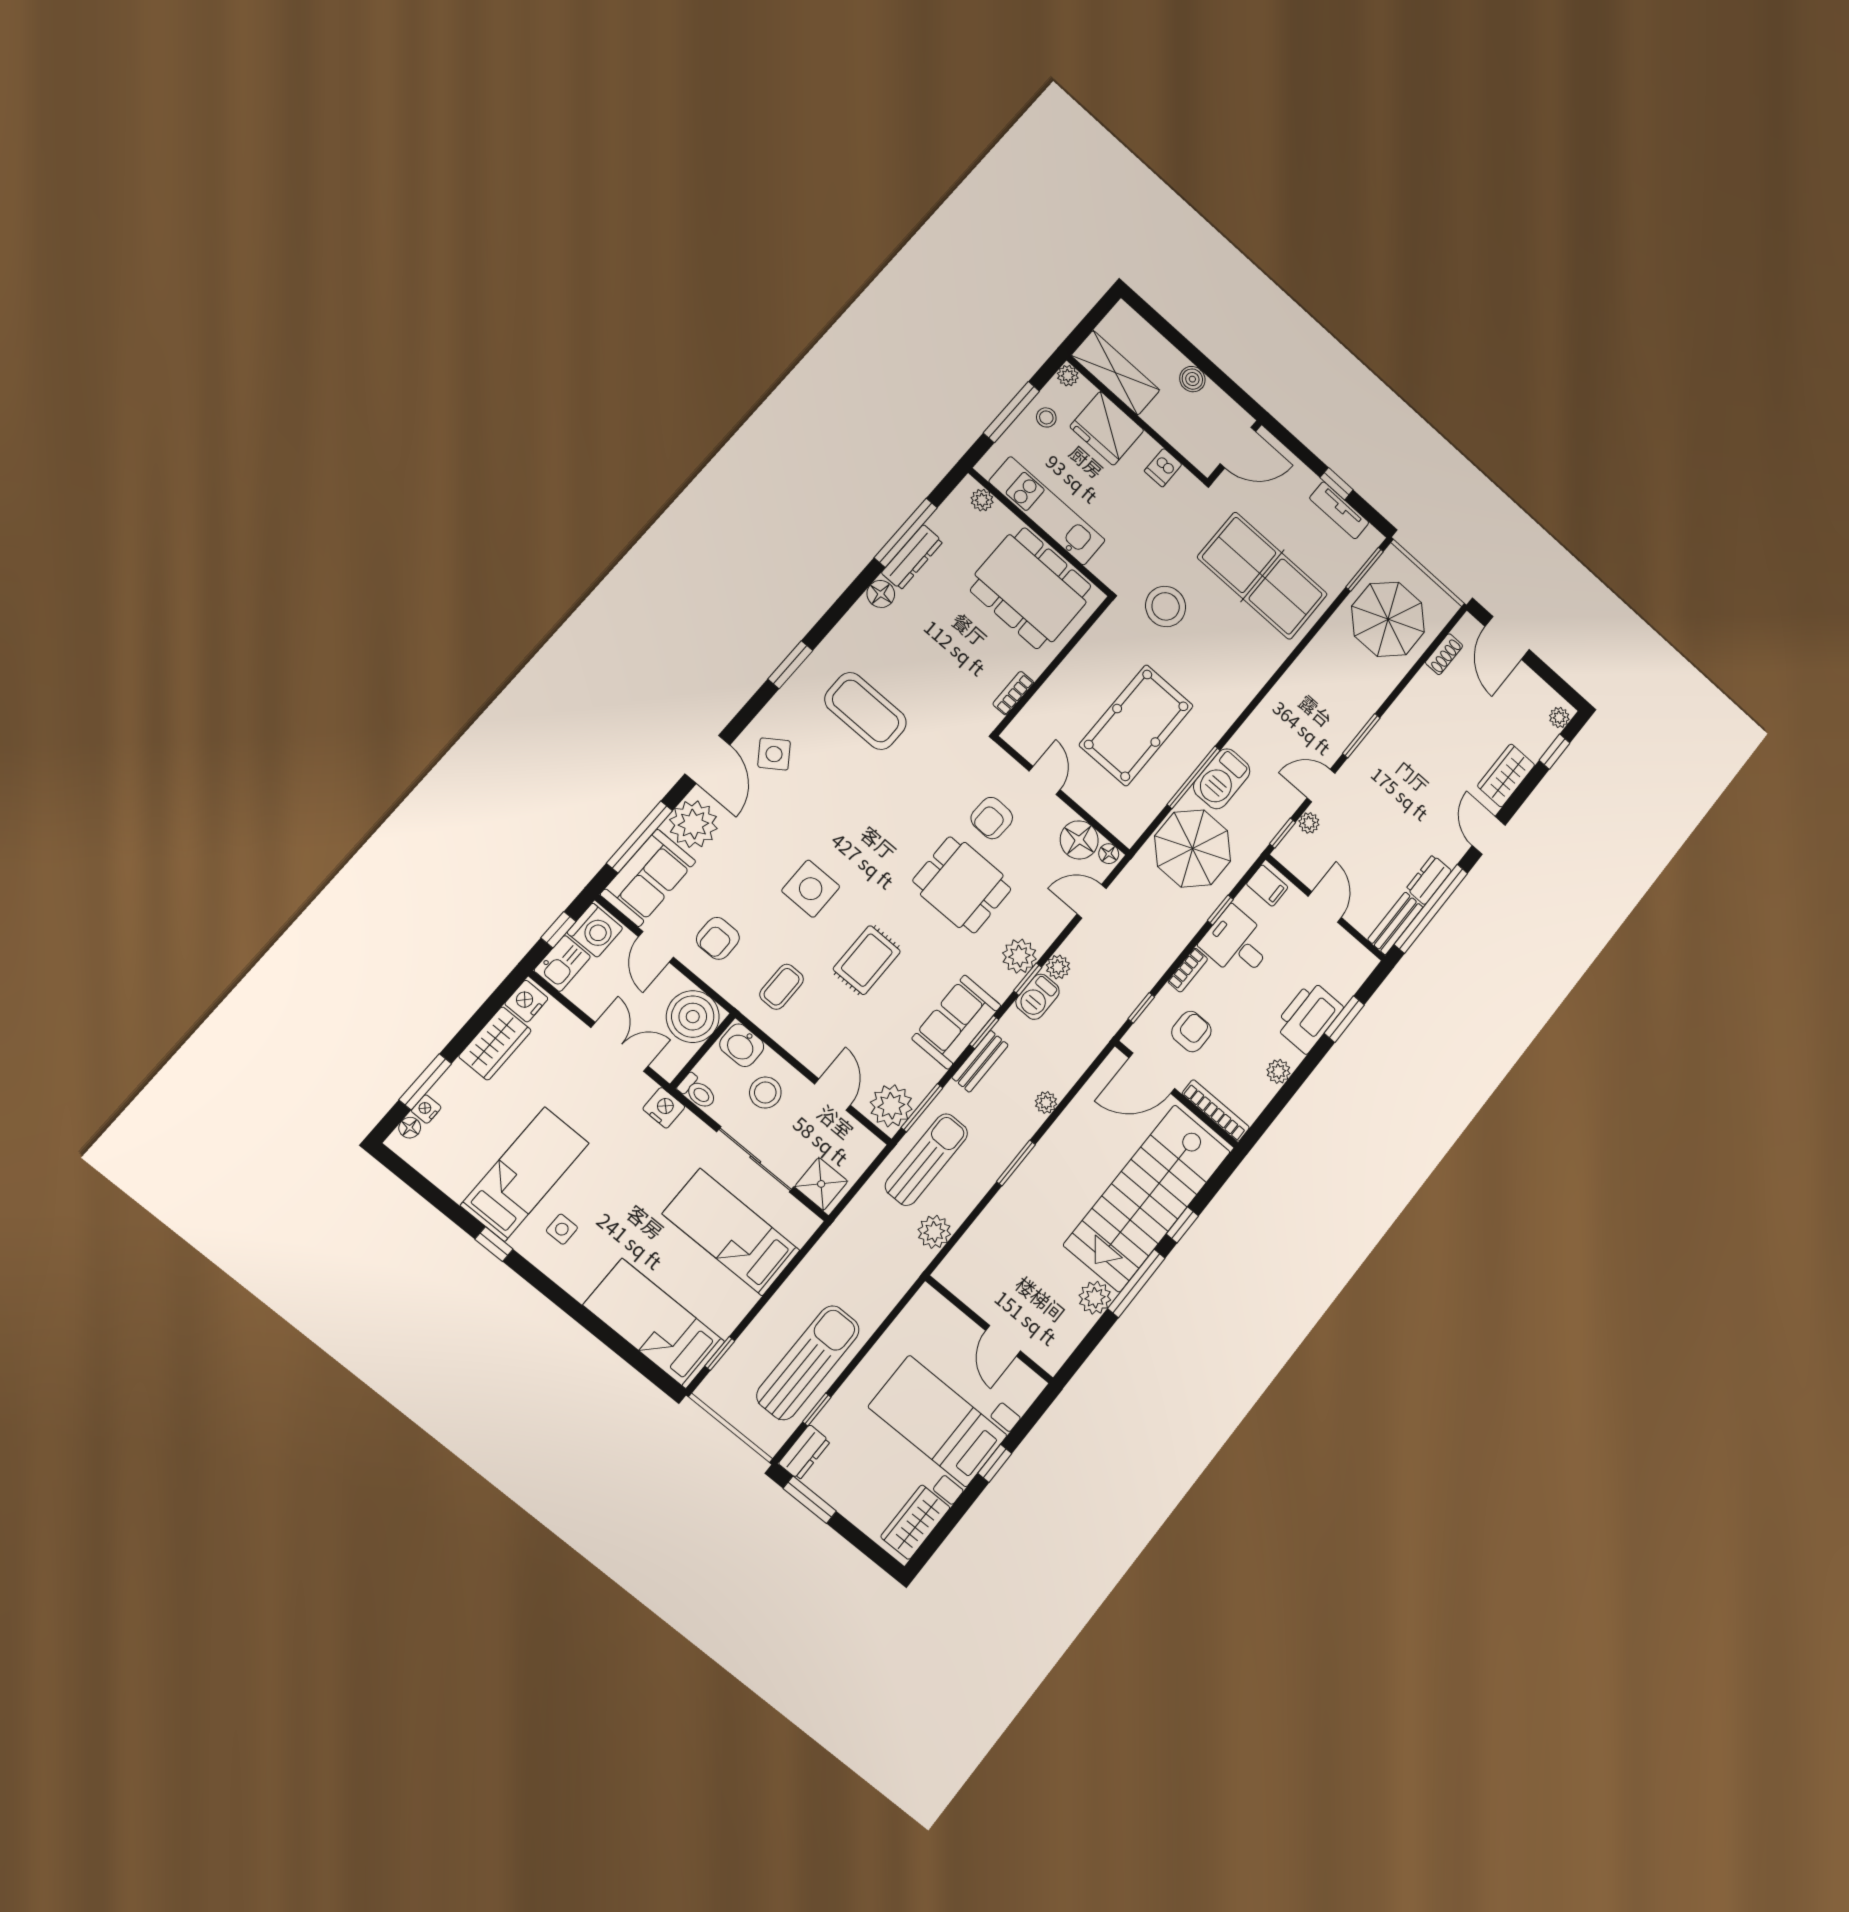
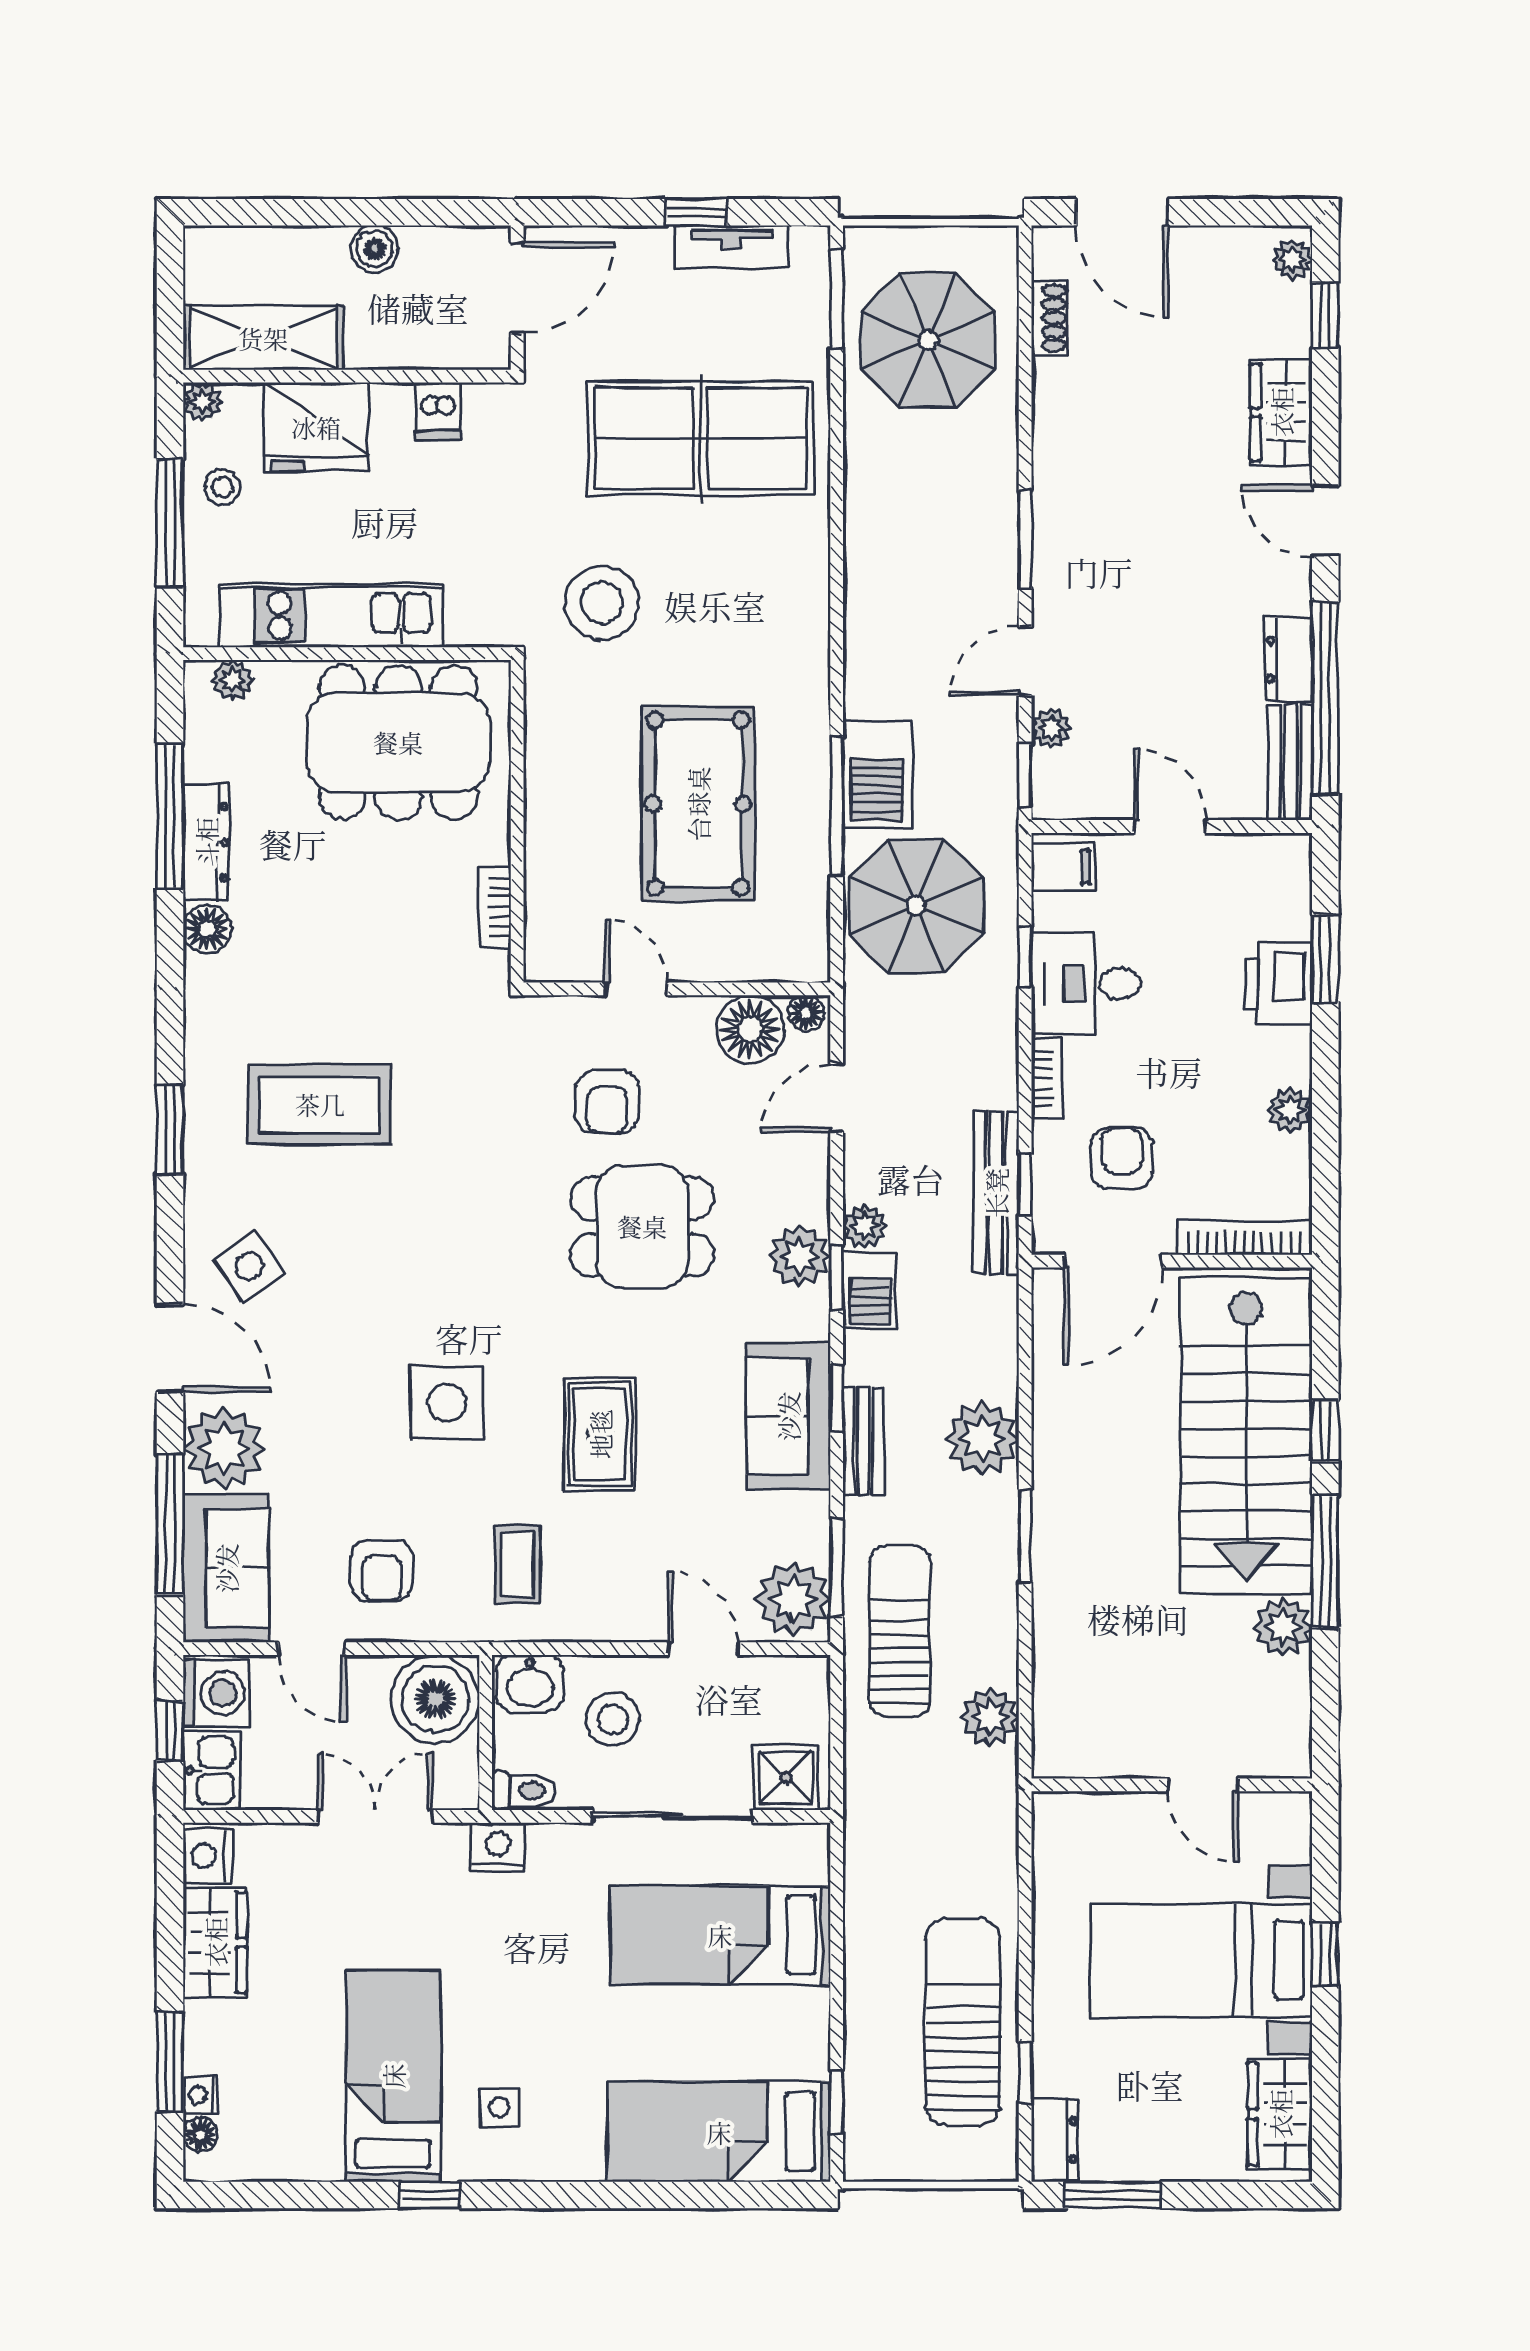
bench: (1126, 1001) -> (996, 1193), added
printer: (1309, 1017) -> (1278, 983), width x0.73, depth x0.84
plant: (1046, 1102) -> (982, 1439), width x1.88, depth x1.88

